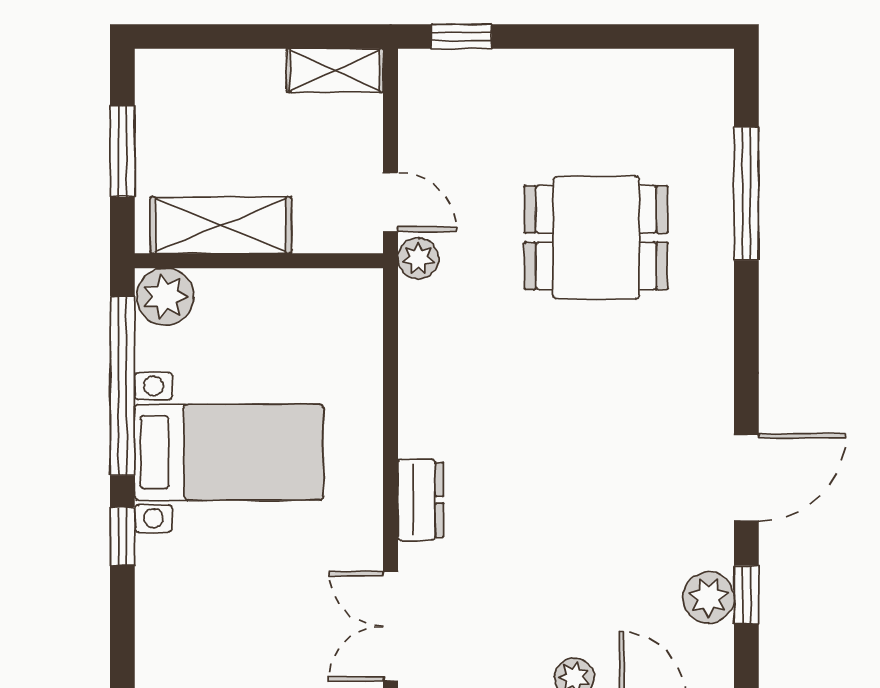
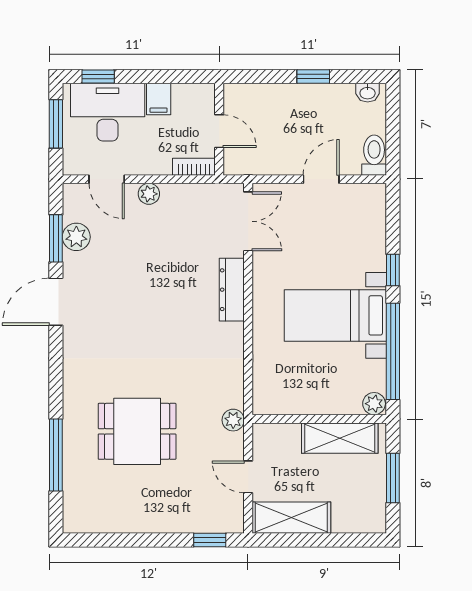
shelving: (335, 70) -> (291, 518), width x1.50, depth x1.33
door: (391, 202) -> (248, 477), moved
plant: (165, 297) -> (374, 404), width x0.73, depth x0.73
dresser: (421, 500) -> (232, 290), width x1.44
window: (746, 595) -> (56, 238), width x1.50

